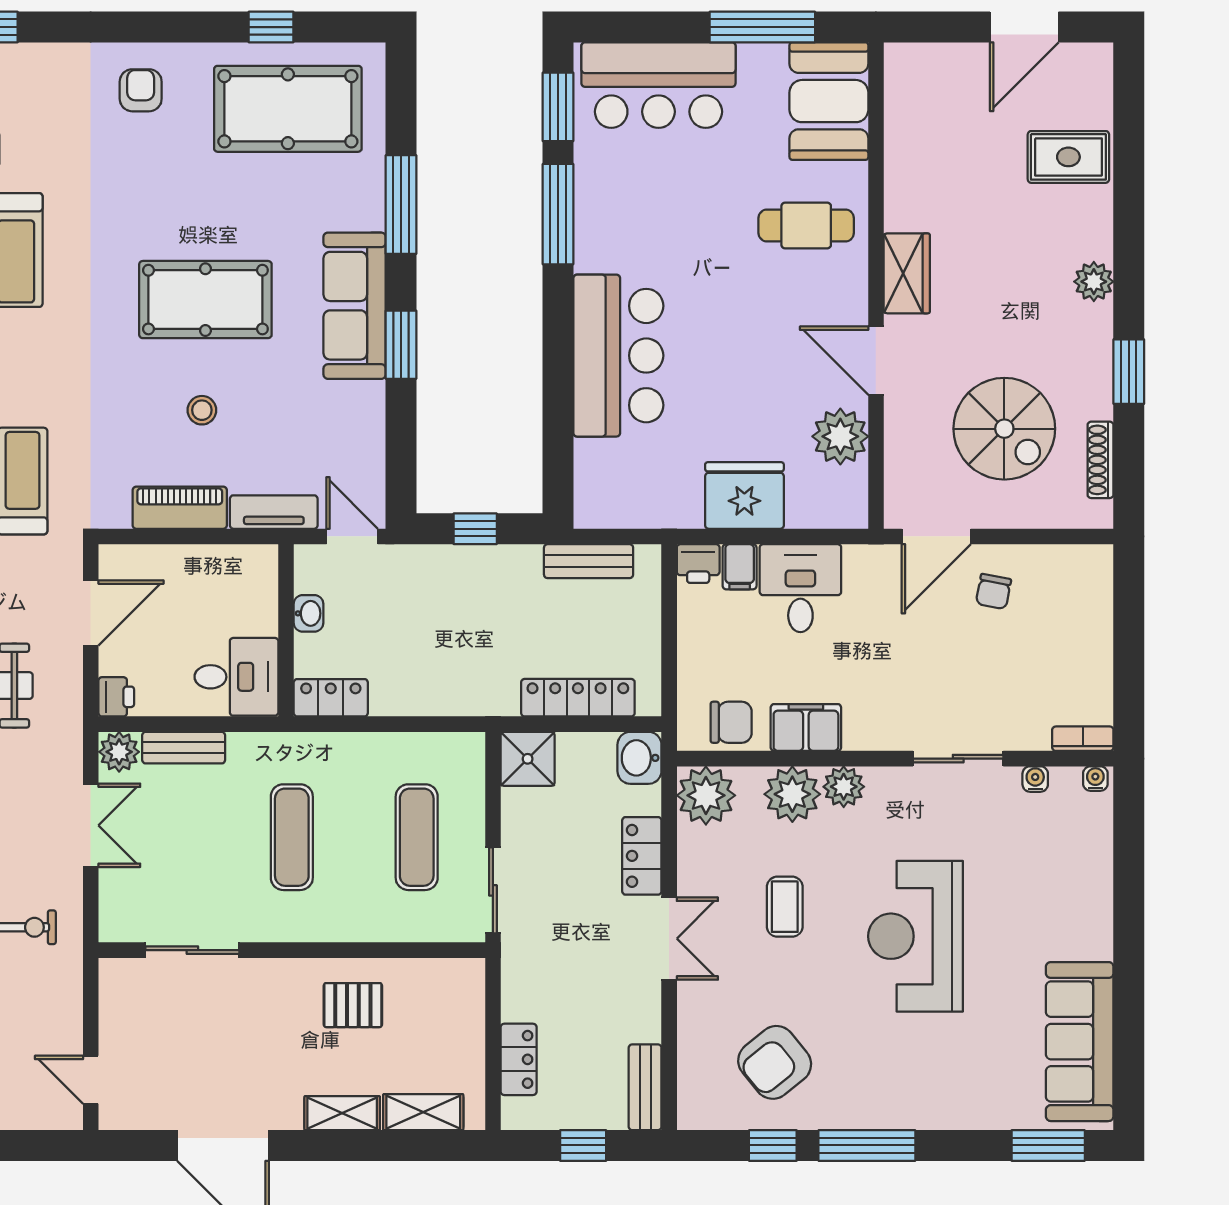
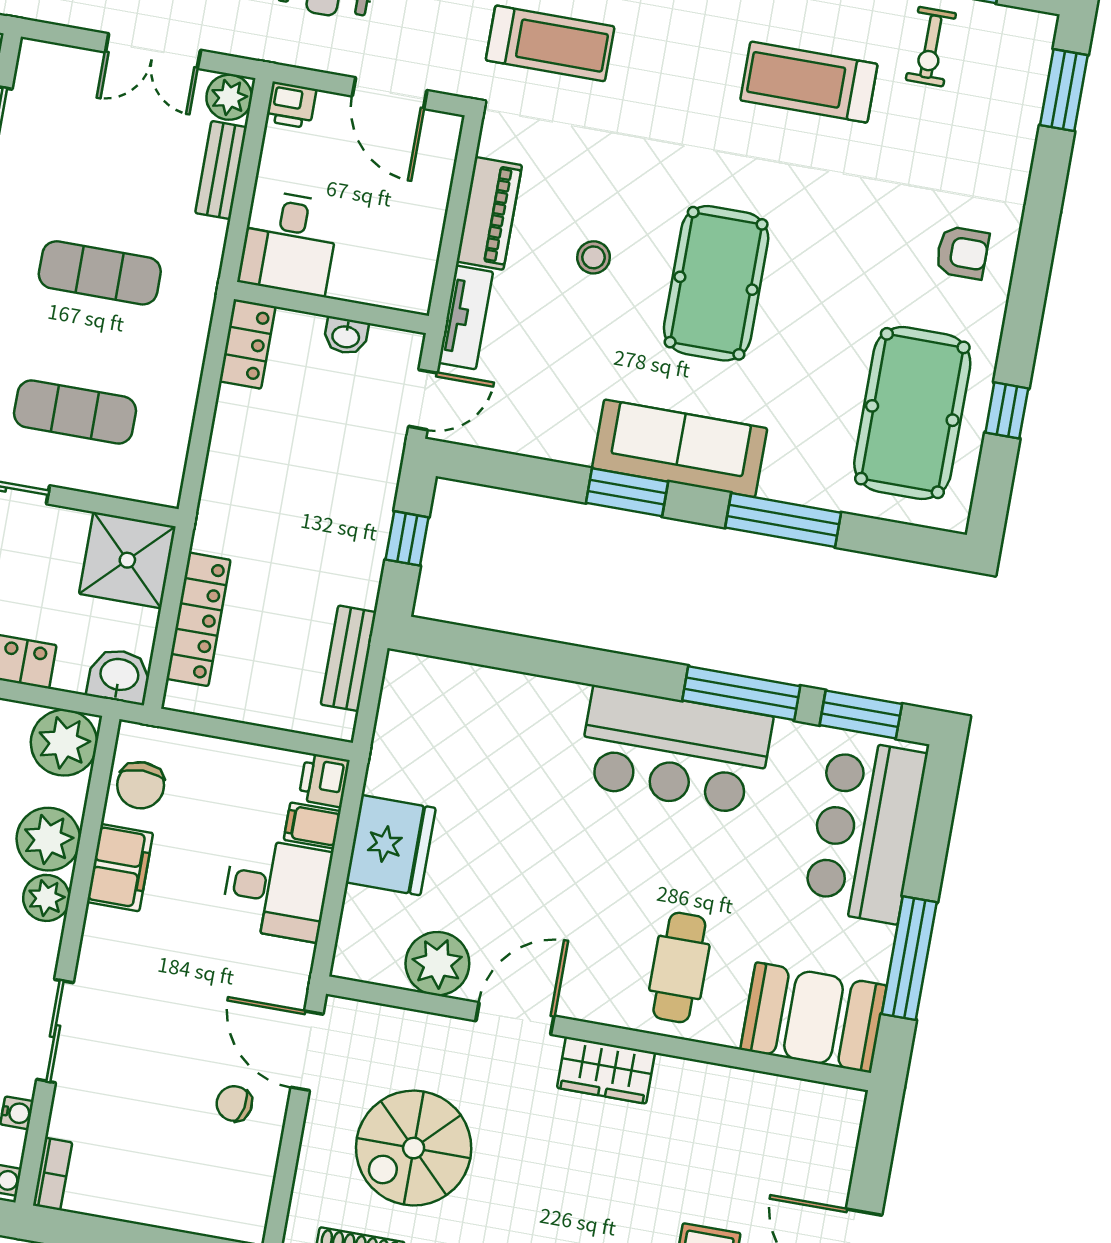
bar counter: (618, 356) -> (675, 751), moved
shower: (528, 759) -> (127, 560), width x1.36, depth x1.36

